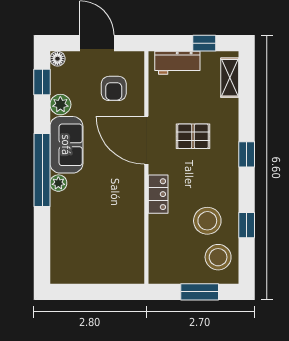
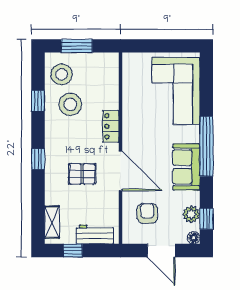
plant: (60, 105) -> (191, 214), moved
plant: (58, 183) -> (193, 135), removed
corner sofa: (79, 237) -> (176, 91), added

